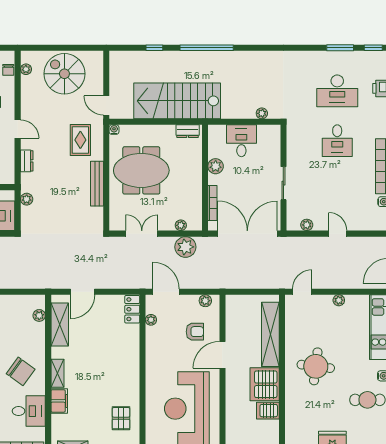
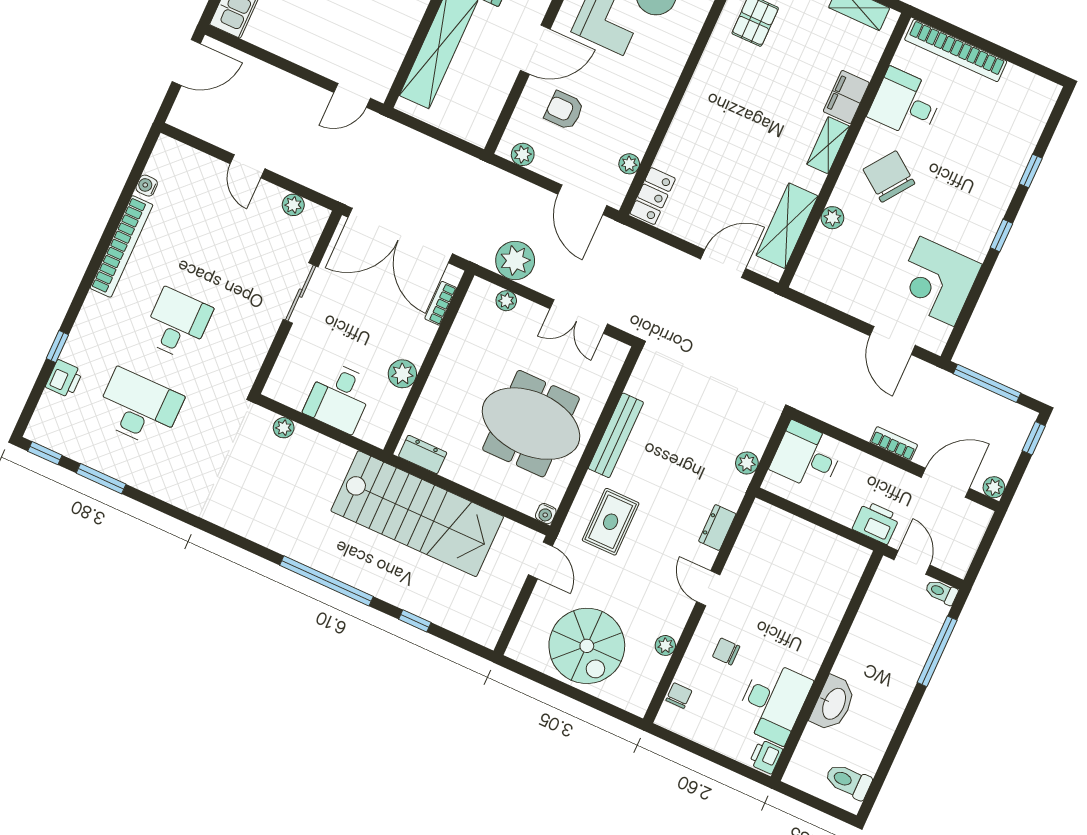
plant: (26, 69) -> (665, 645), moved
bookcase: (212, 203) -> (441, 303), width x0.64
plant: (339, 300) -> (297, 53), removed
plant: (39, 315) -> (832, 218), moved

